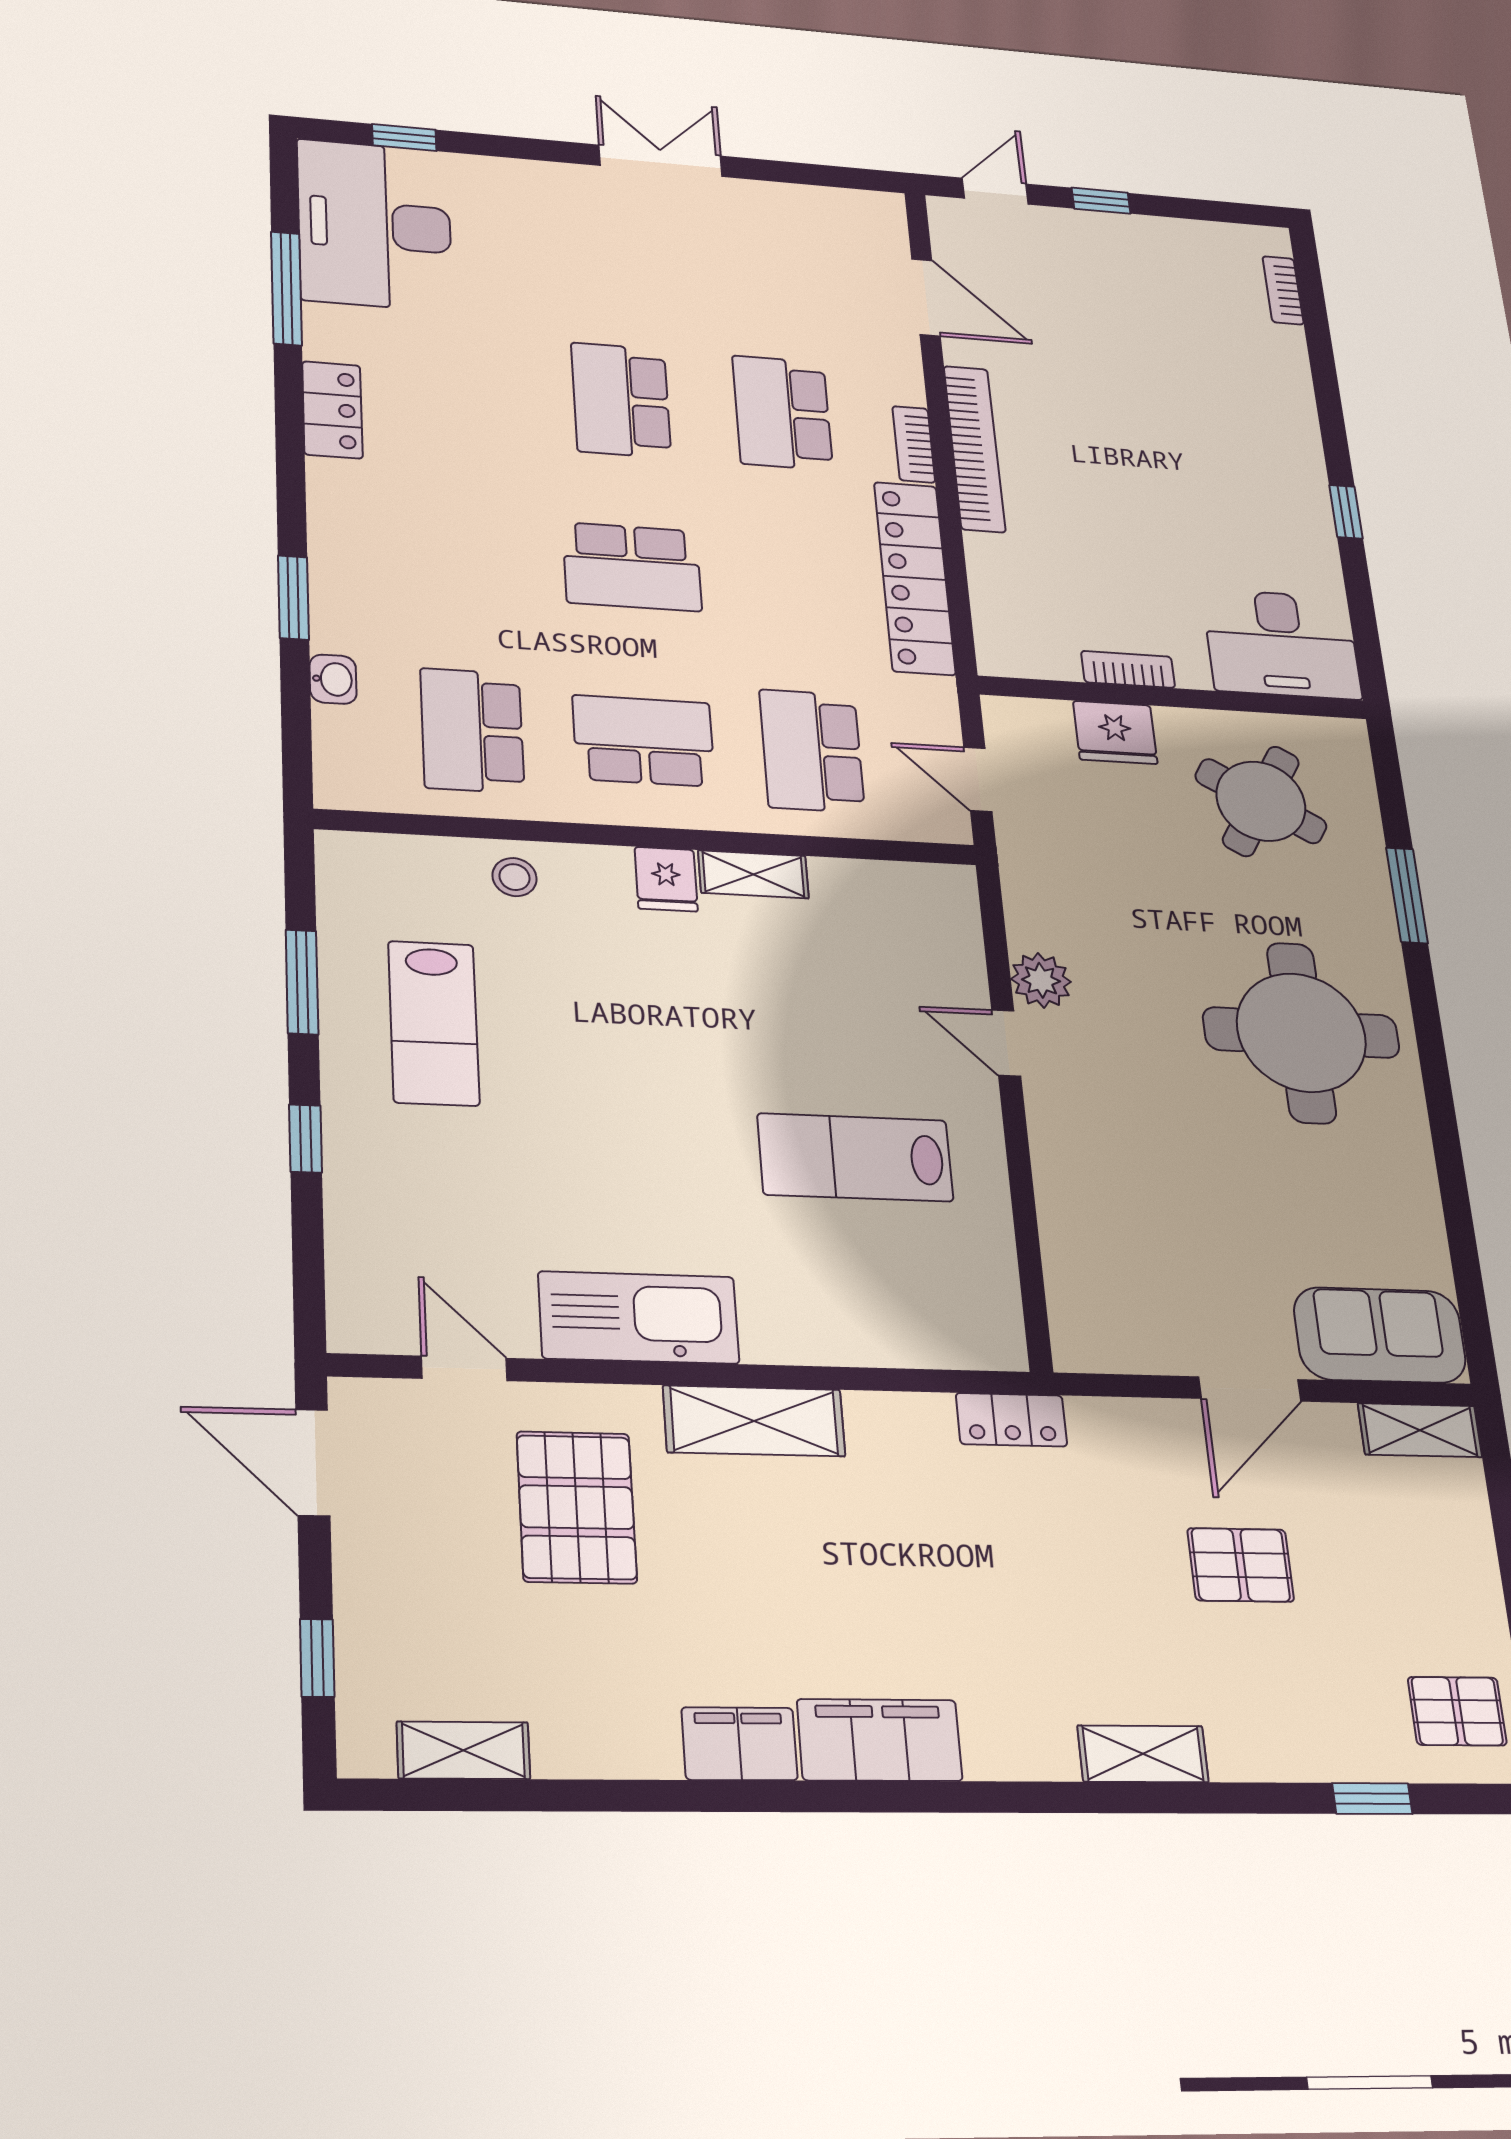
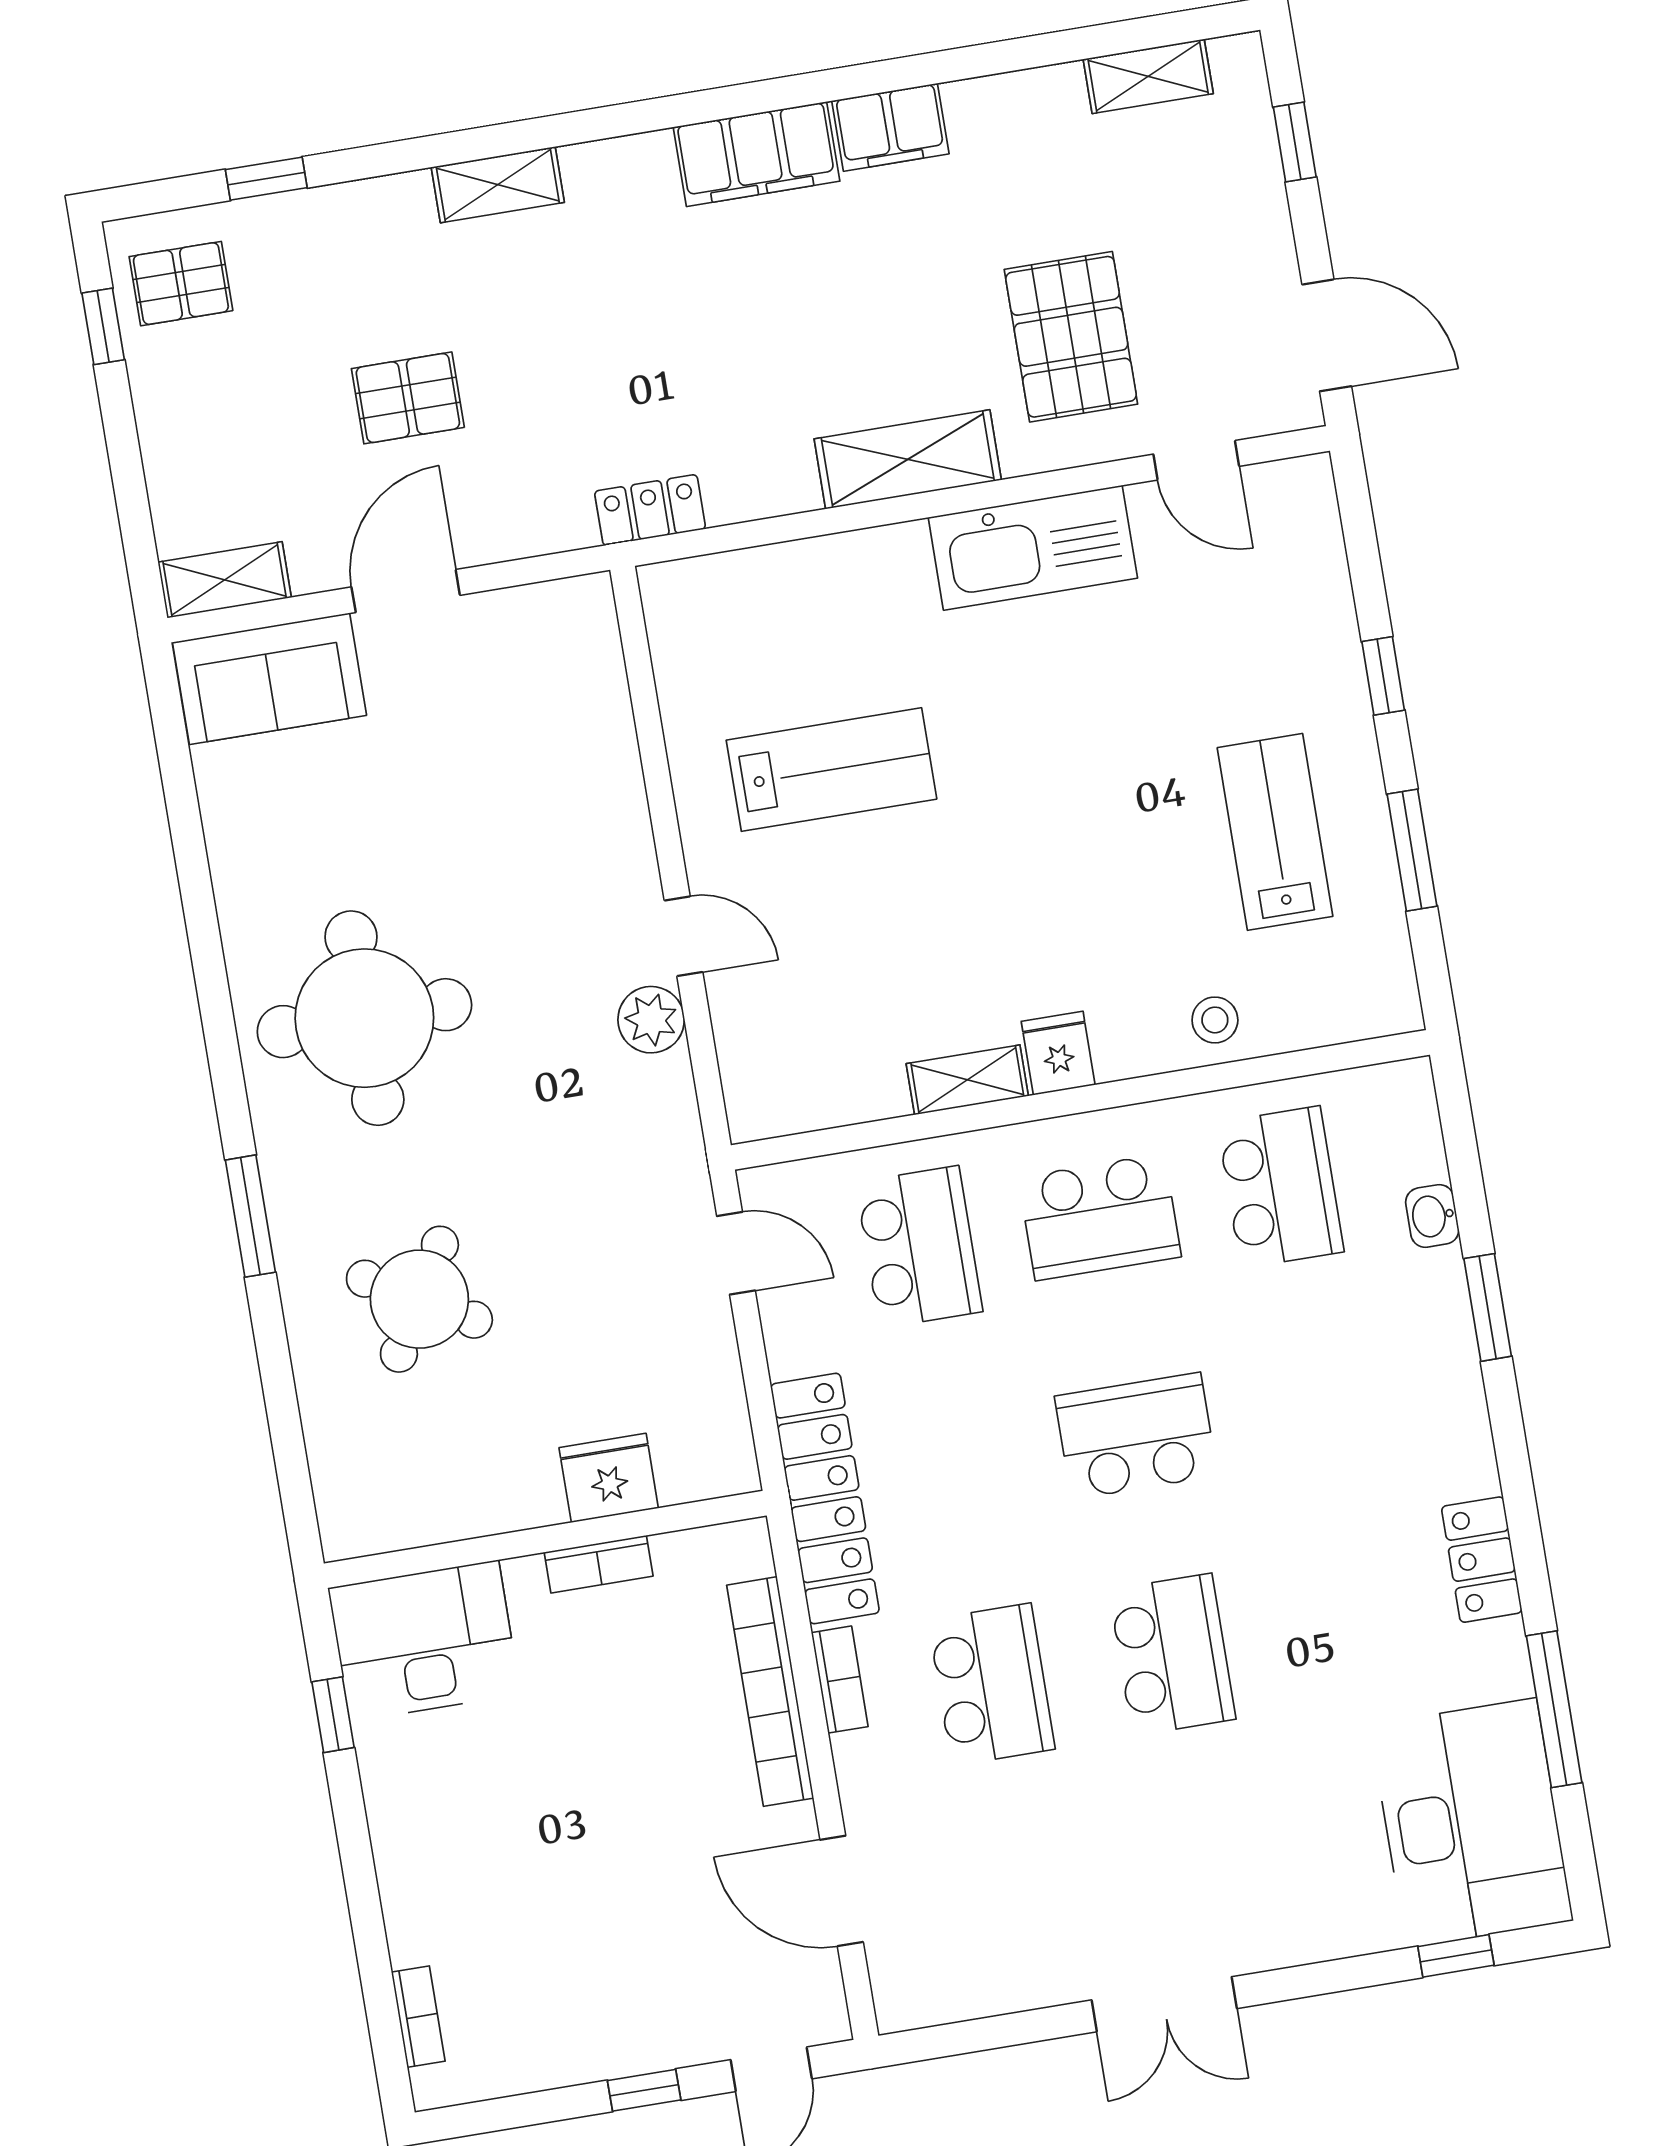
desk: (1282, 644) -> (424, 1641), moved
bookcase: (1128, 669) -> (599, 1564), moved
wall: (1174, 697) -> (545, 1539), moved
fridge: (1115, 732) -> (609, 1478), moved

